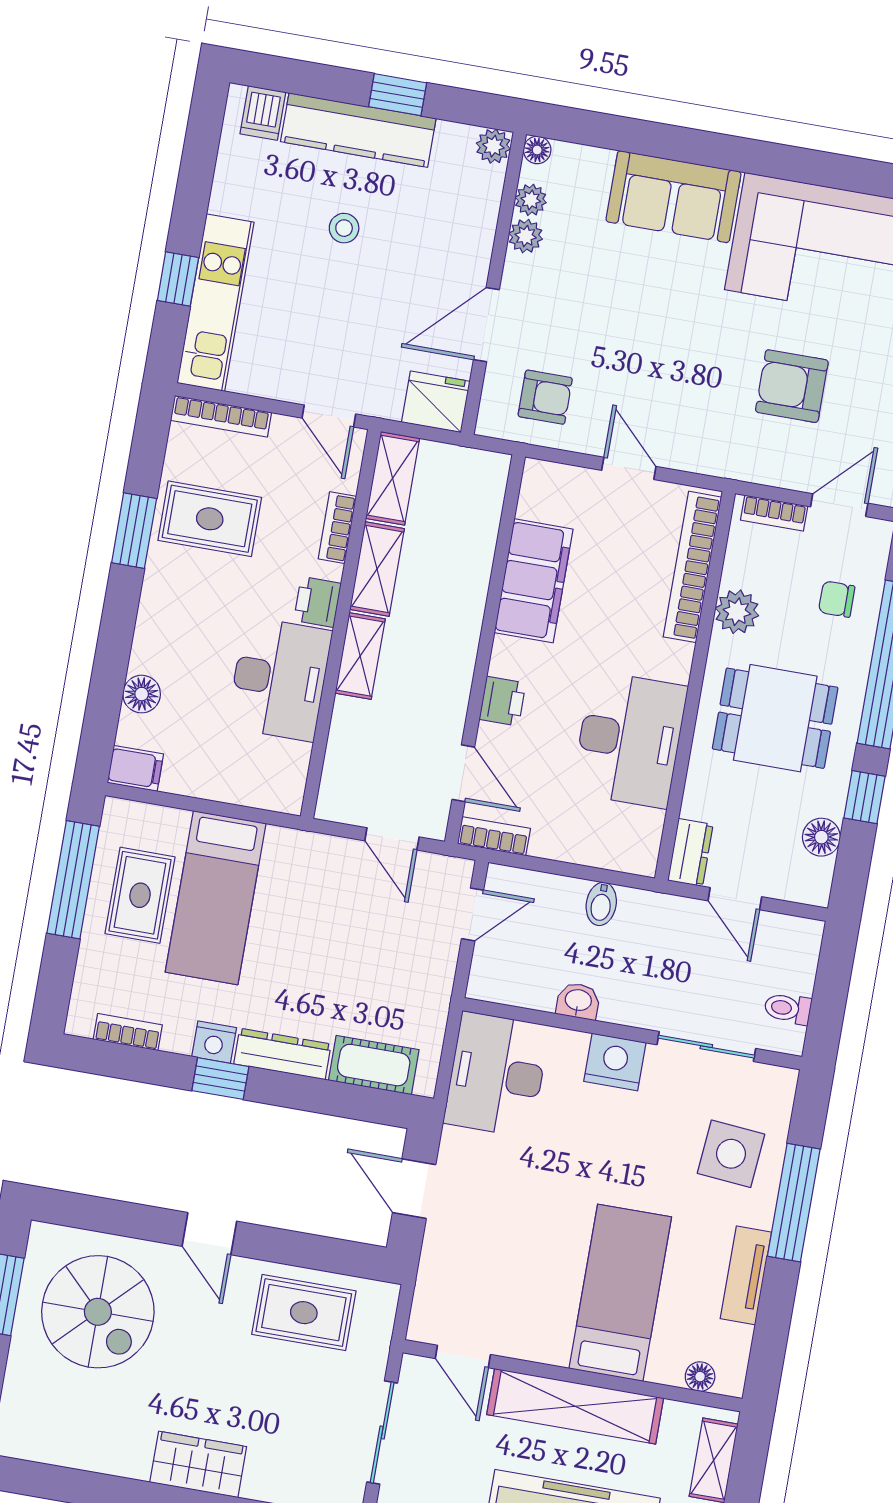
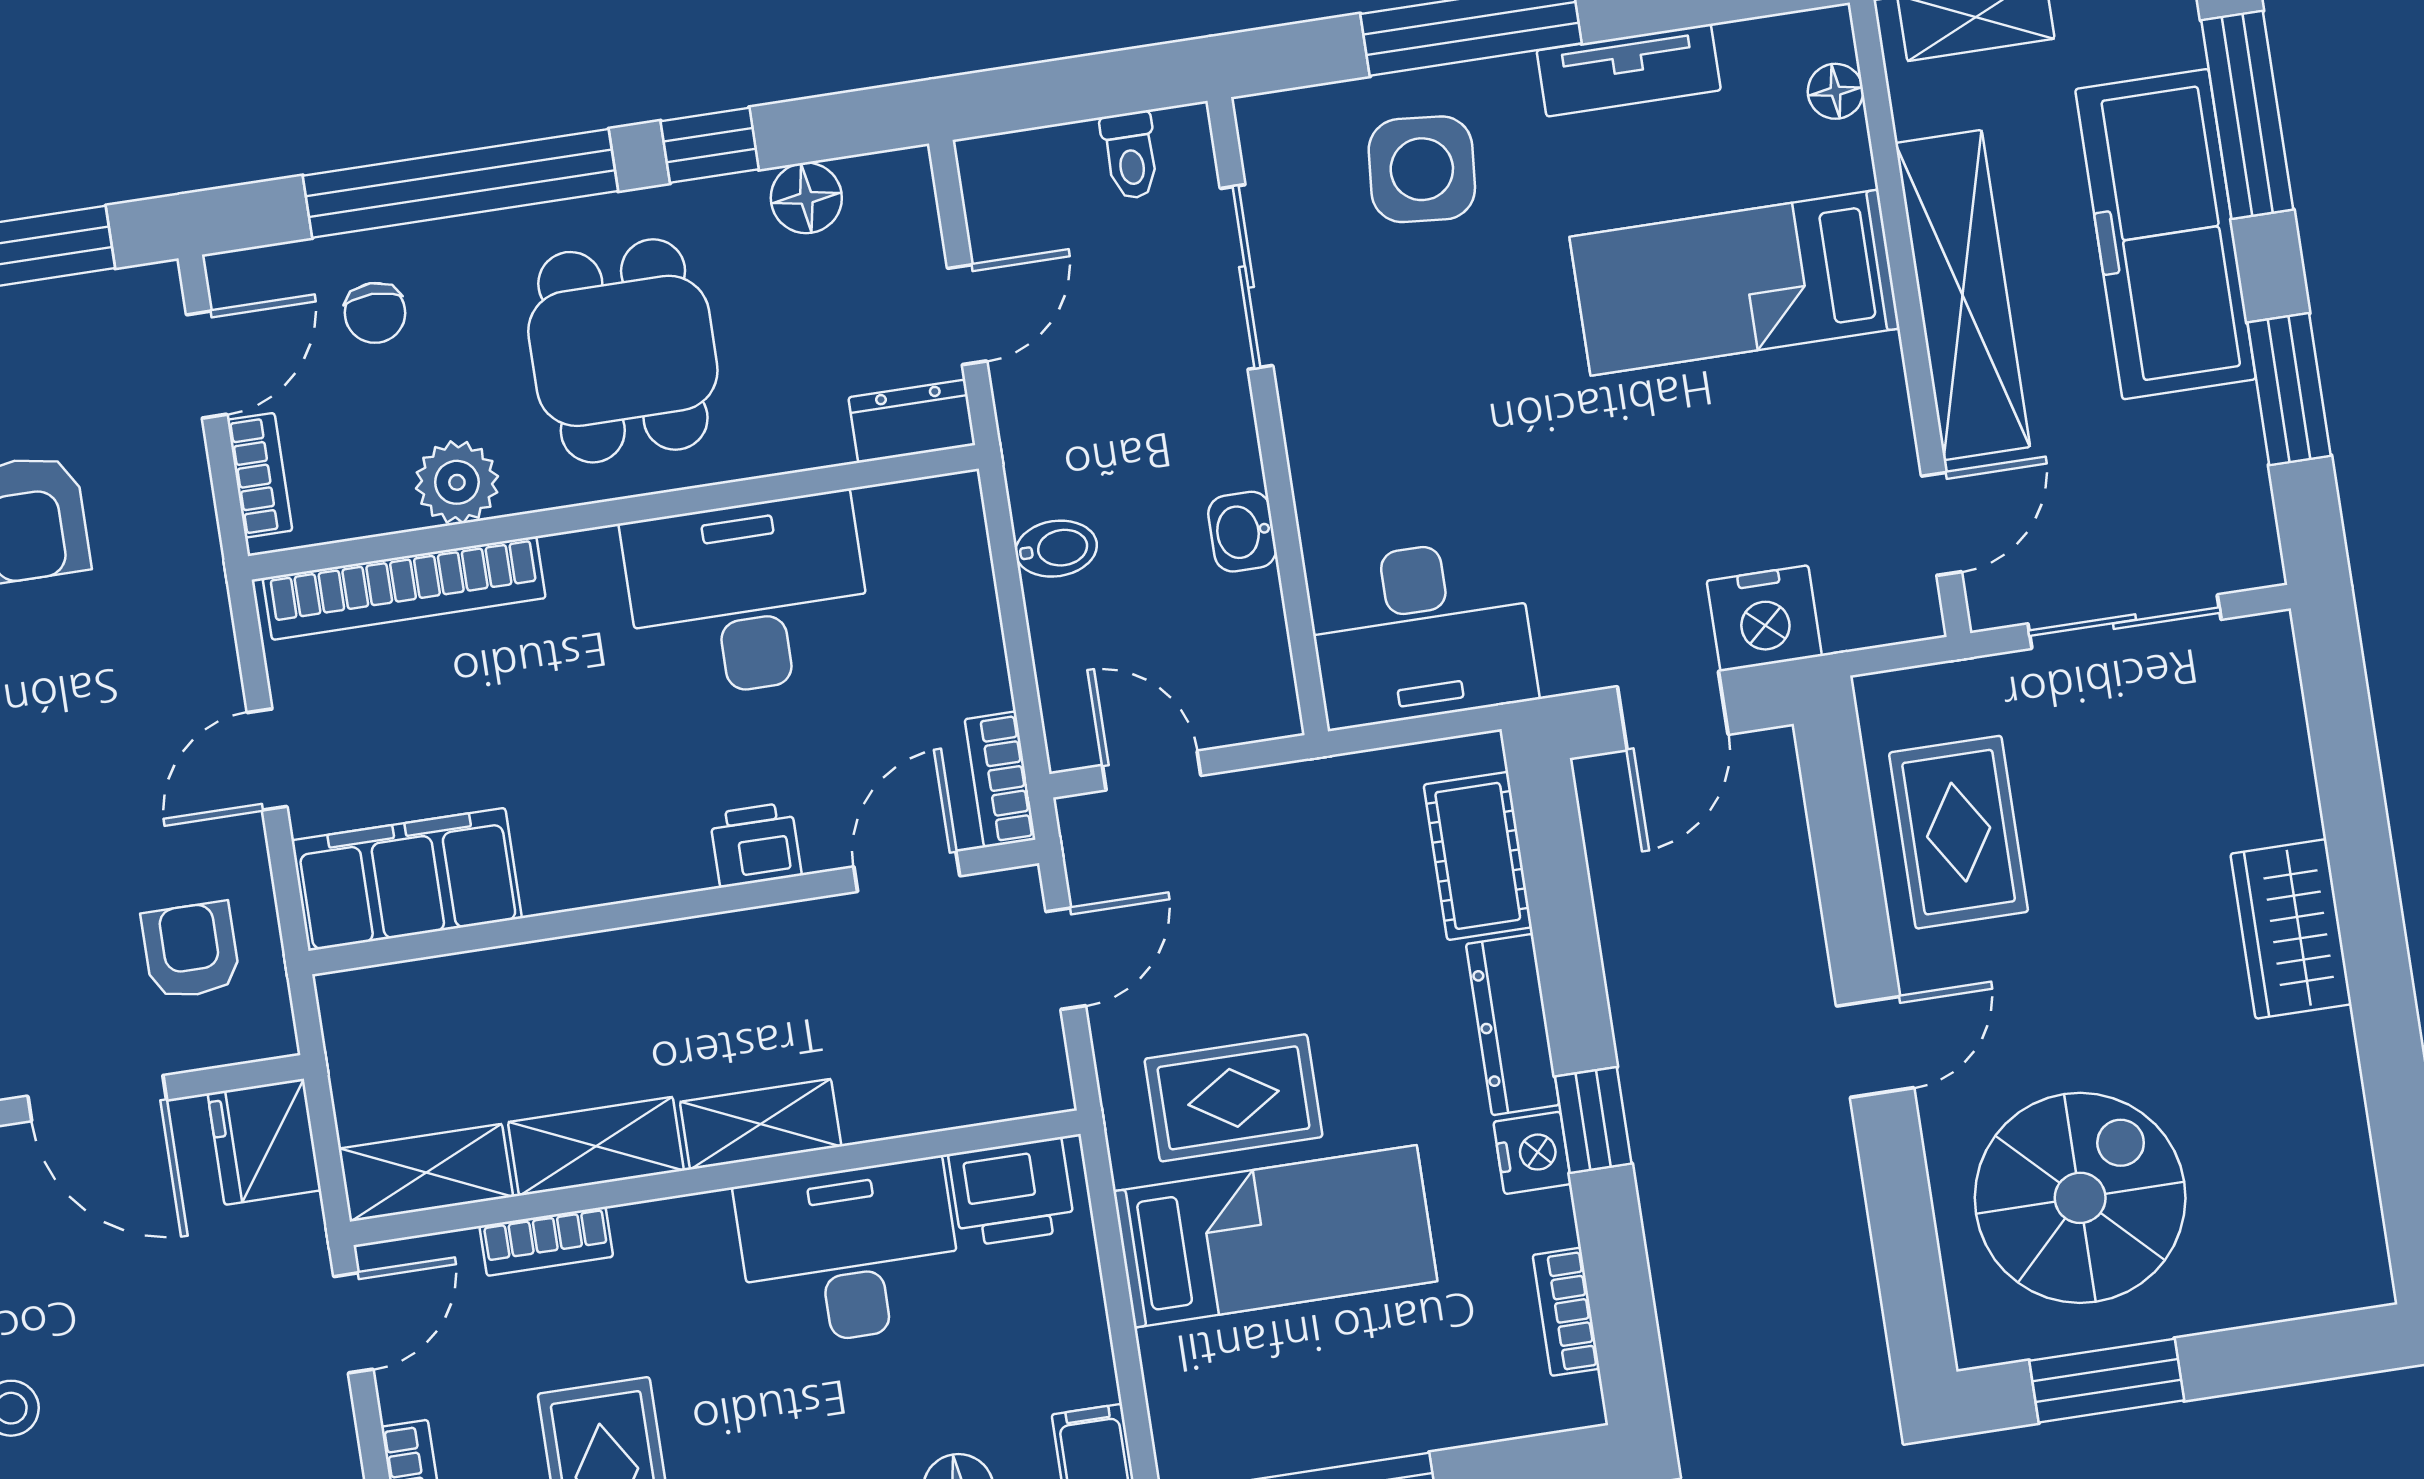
door: (839, 505) -> (207, 365), swing flipped
filing cabinet: (534, 581) -> (407, 879), moved
printer: (317, 602) -> (1012, 1192), moved, width x1.36, depth x1.24
rug: (140, 895) -> (1234, 1098), moved
nightstand: (615, 1062) -> (1764, 618), moved, turned -90

